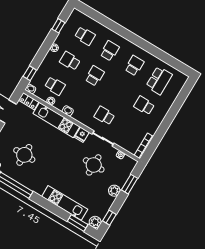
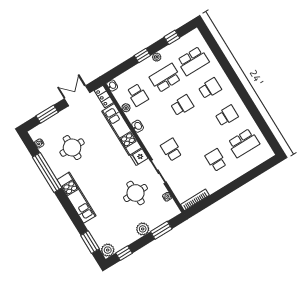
school desk: (85, 36) -> (193, 61), width x1.85
school desk: (70, 61) -> (165, 78), width x1.85
window: (30, 73) -> (142, 56), moved
kitchen unit: (65, 203) -> (76, 198), moved

